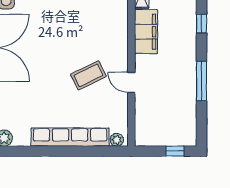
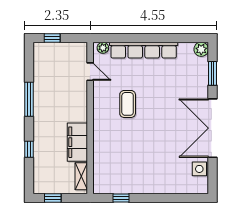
coffee table: (88, 75) -> (128, 104), turned -64
door: (131, 82) -> (90, 72), moved

